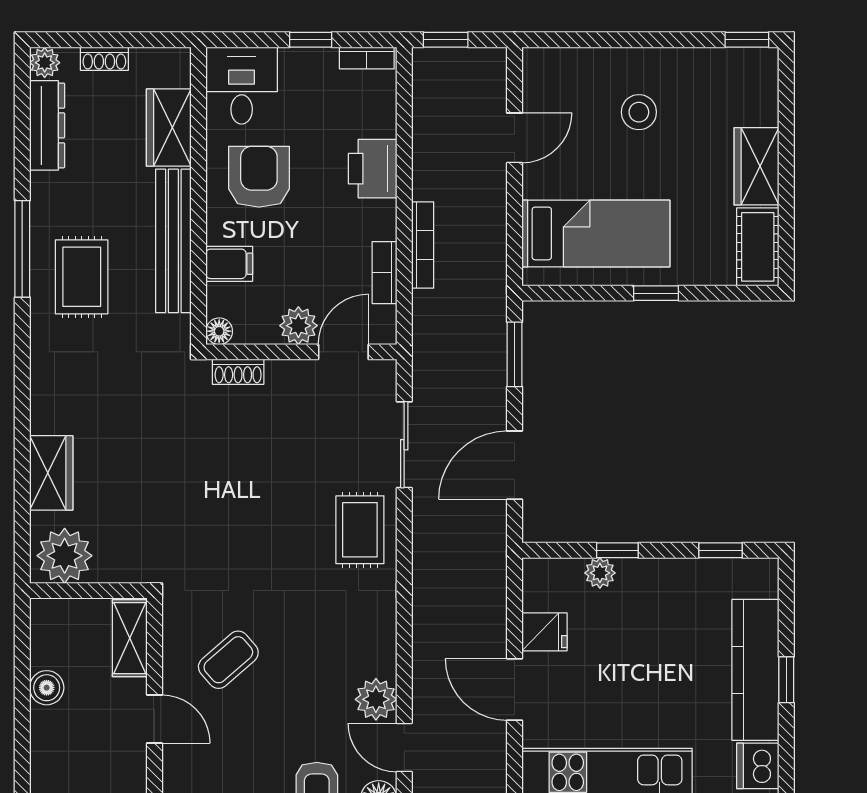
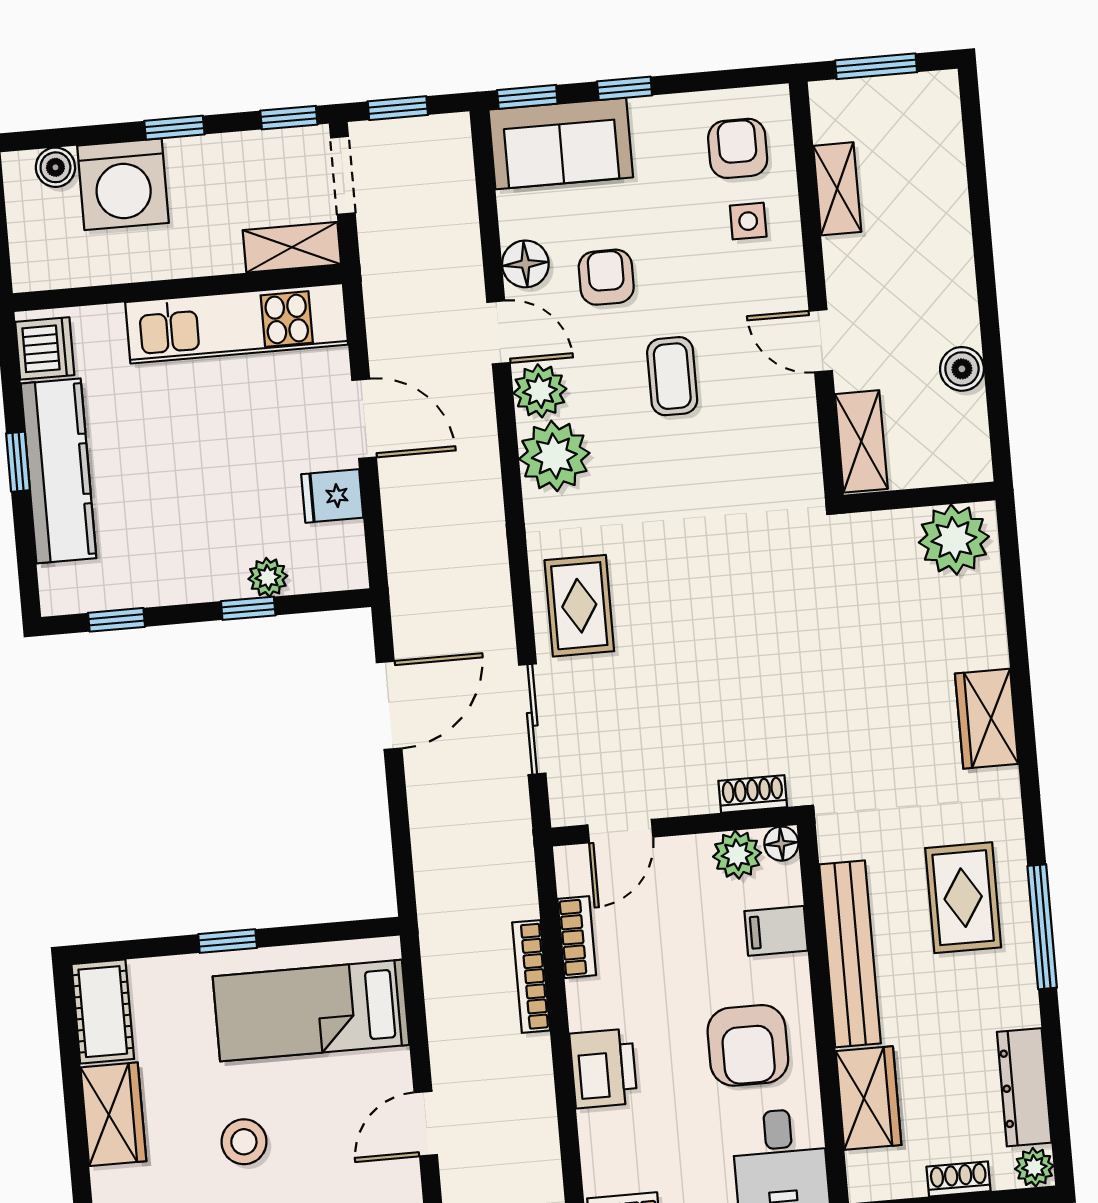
stool: (639, 112) -> (244, 1142), moved
plant: (298, 326) -> (737, 855), moved
window: (514, 354) -> (402, 847), removed
wardrobe: (51, 473) -> (987, 719), moved
plant: (369, 648) -> (554, 456), added
coffee table: (228, 660) -> (672, 376), moved, turned -49

